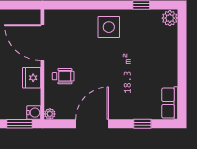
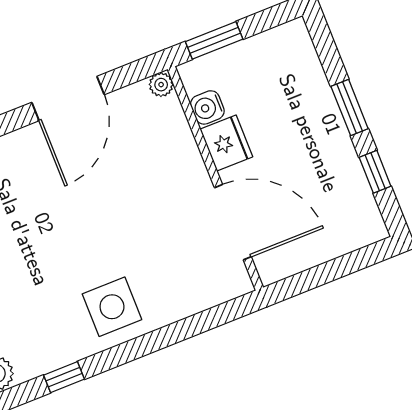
wheelchair: (63, 76) -> (164, 171), removed
water cooler: (34, 113) -> (207, 107), moved

